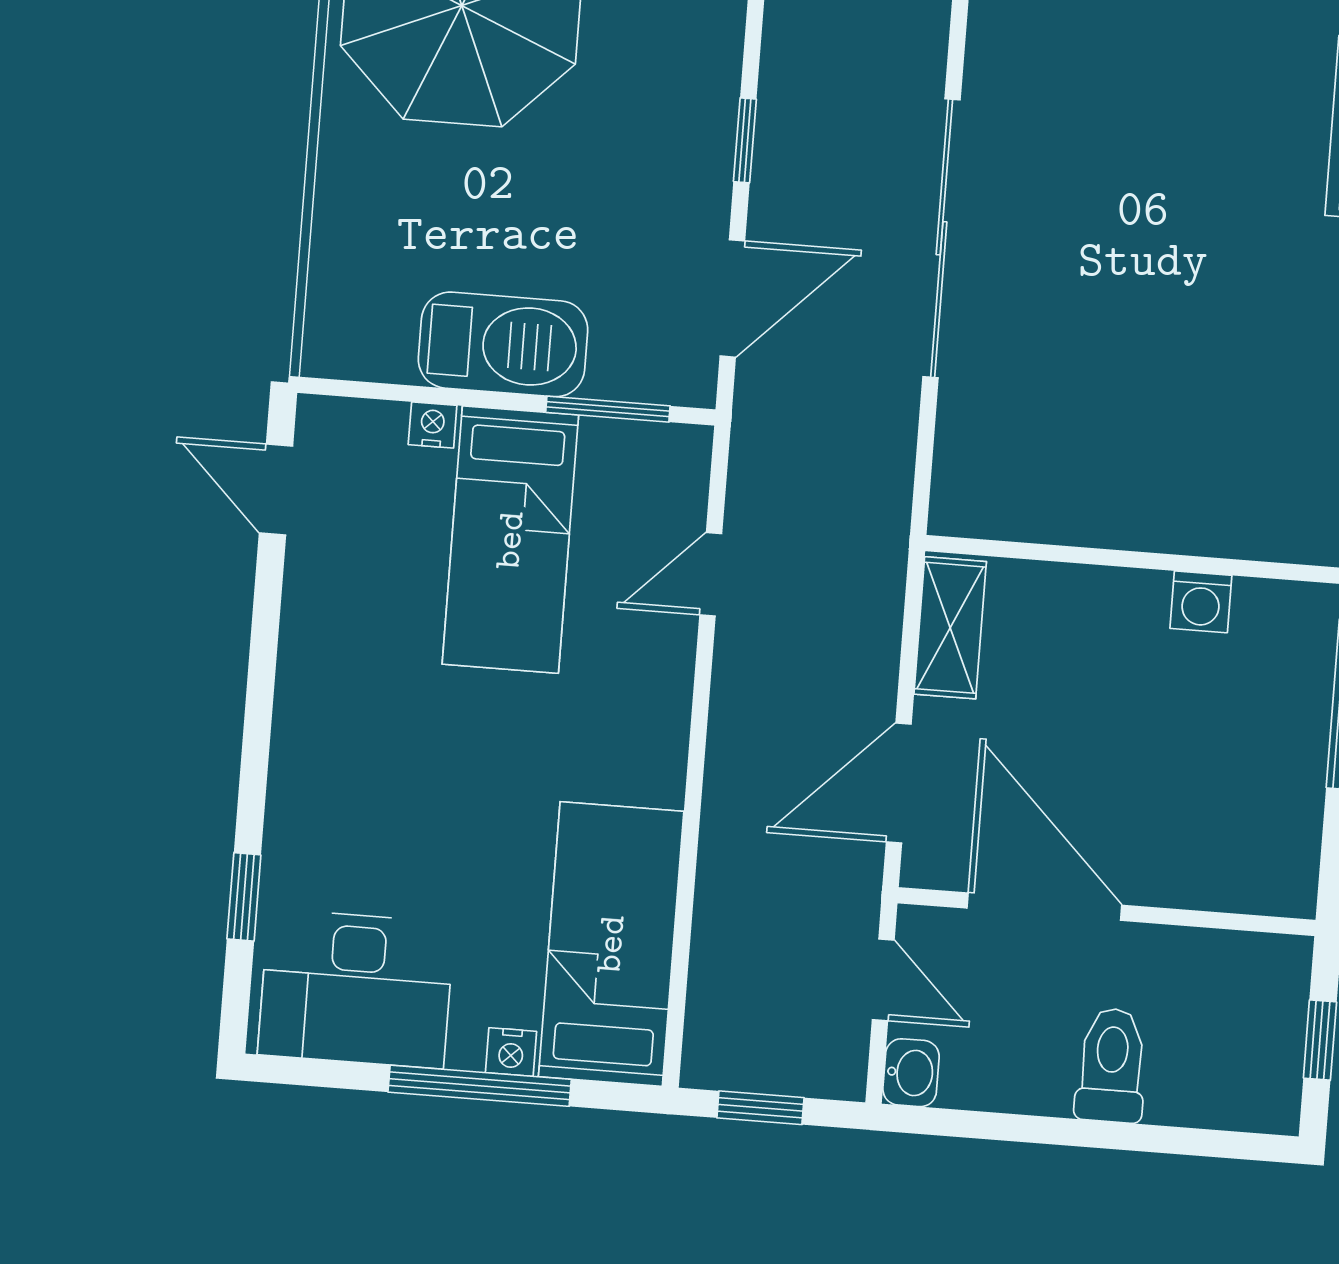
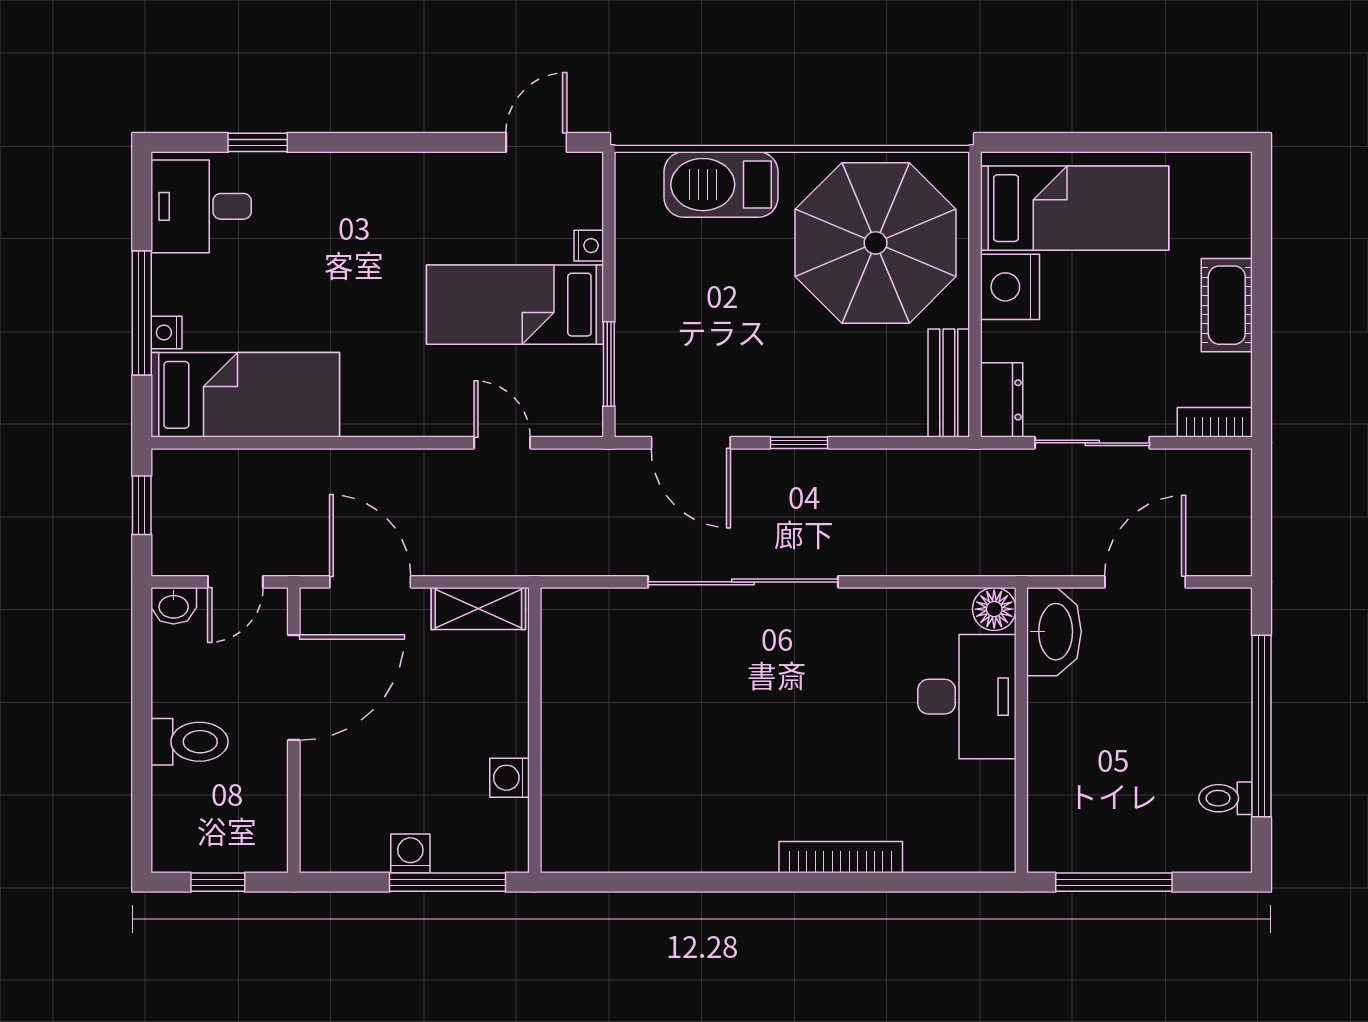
barbecue: (503, 344) -> (721, 185), moved, turned 90
washing machine: (1300, 755) -> (410, 853), added
desk: (356, 989) -> (201, 206), width x0.73

